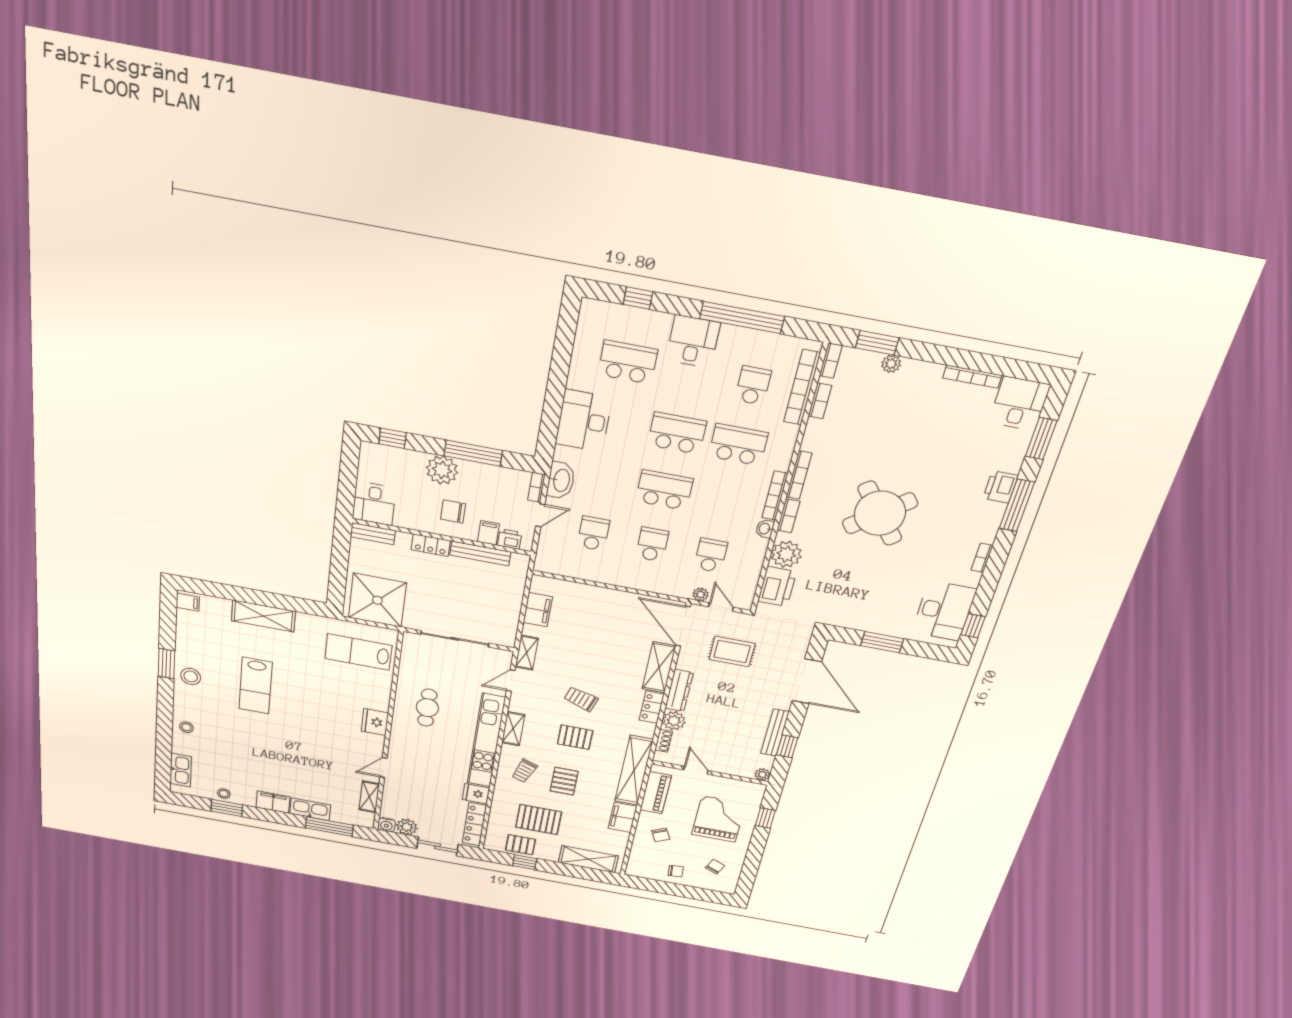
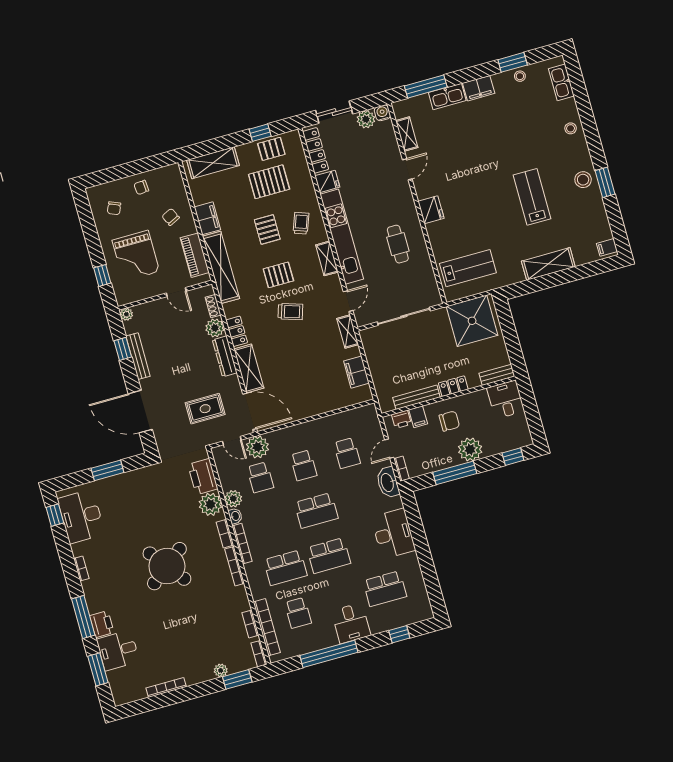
desk: (1019, 403) -> (118, 650), moved, turned 90
plant: (756, 548) -> (233, 499), added
plant: (701, 594) -> (257, 447), width x1.88, depth x1.88

